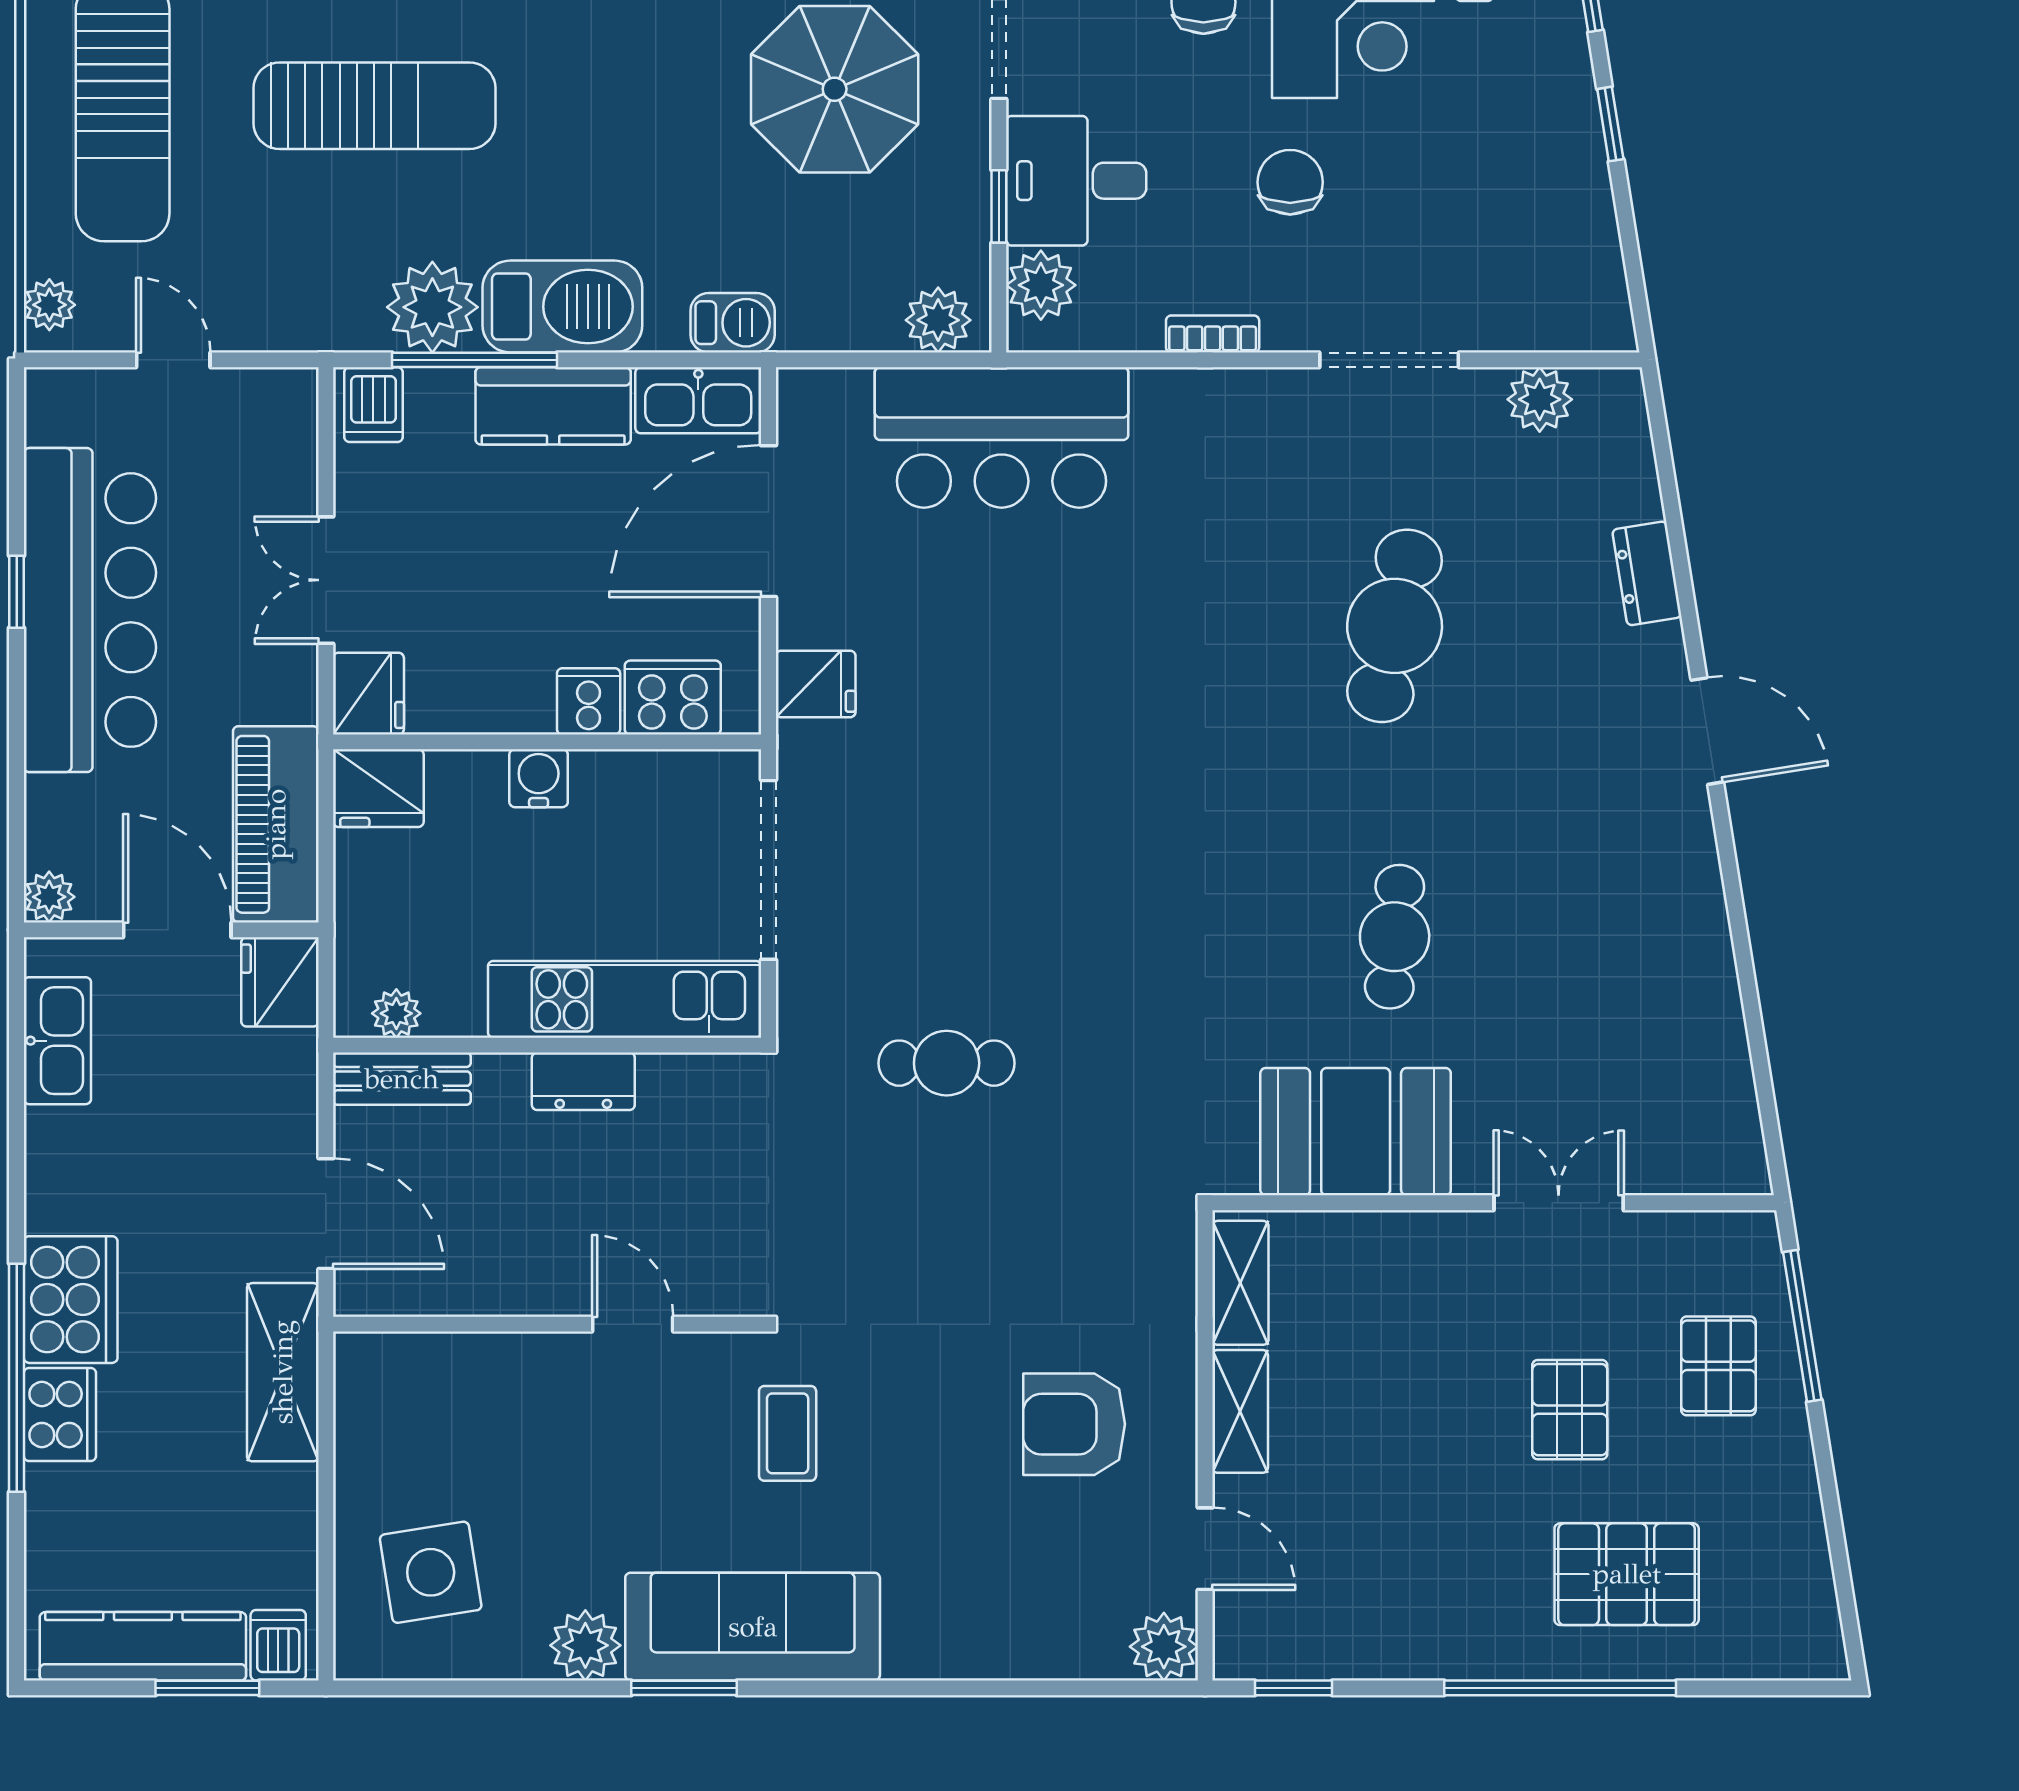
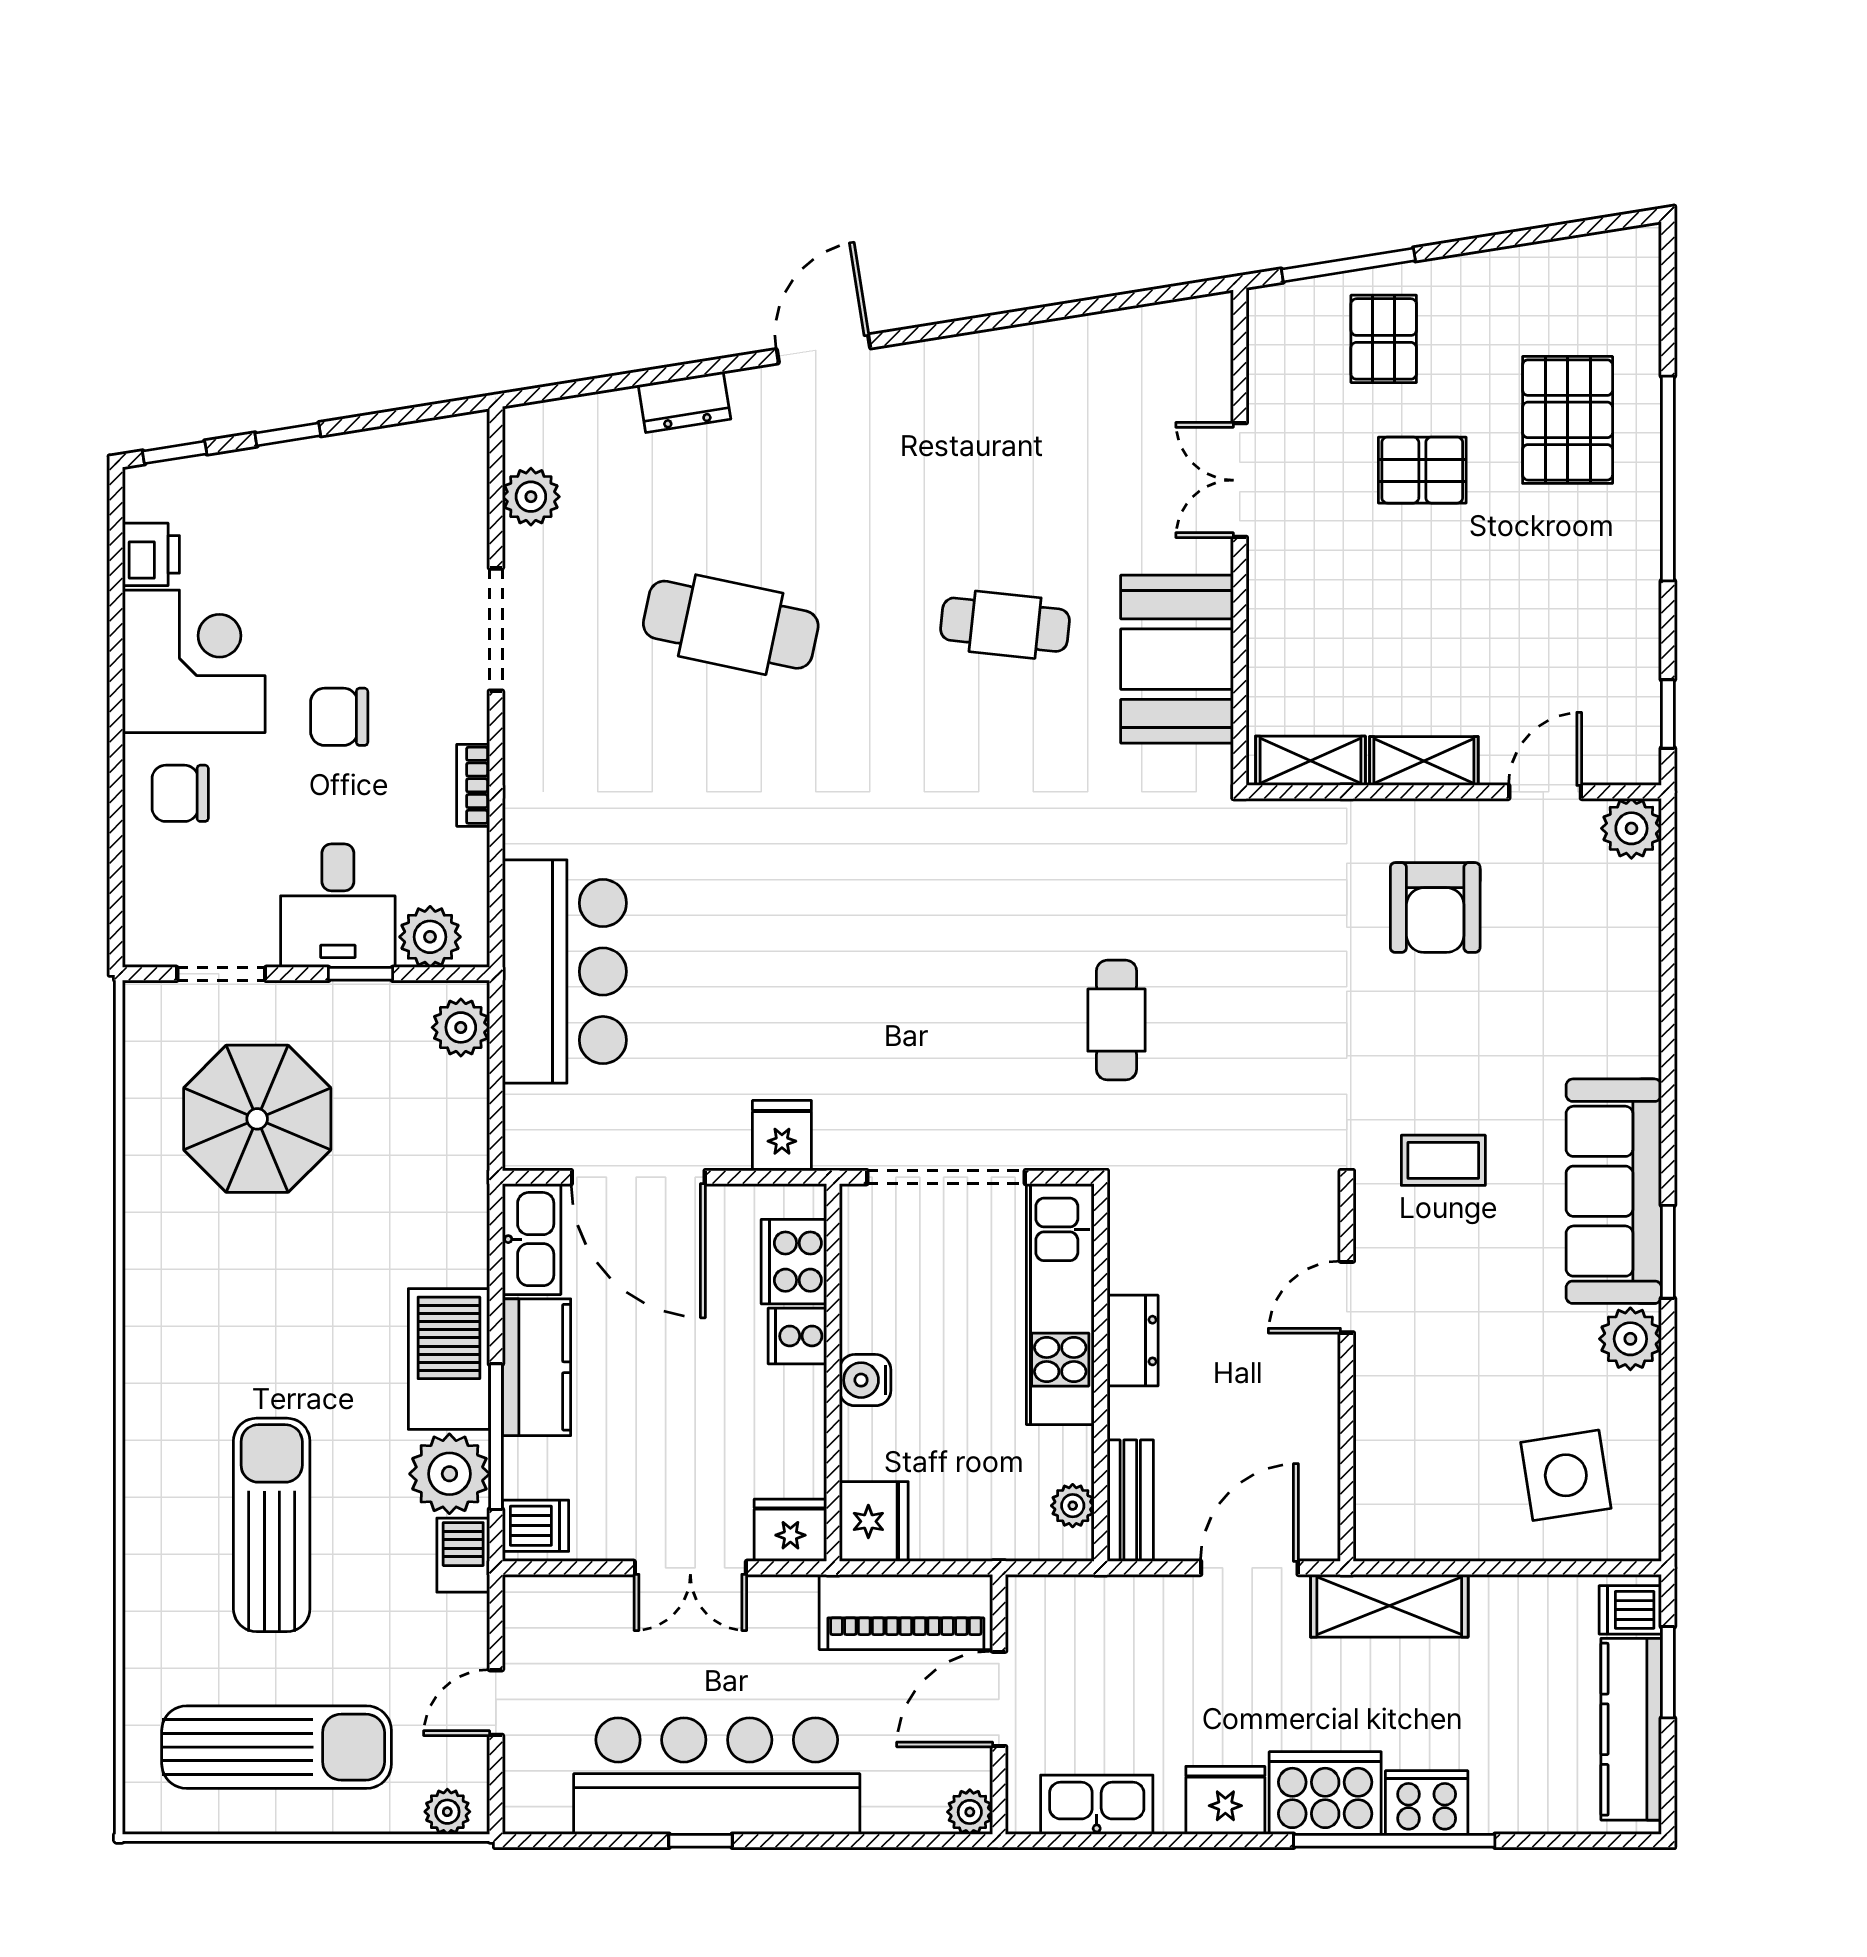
barbecue: (733, 323) -> (463, 1555), moved
fridge: (280, 982) -> (1225, 1800), moved, turned 180
pallet: (1718, 1366) -> (1384, 339), turned 90

